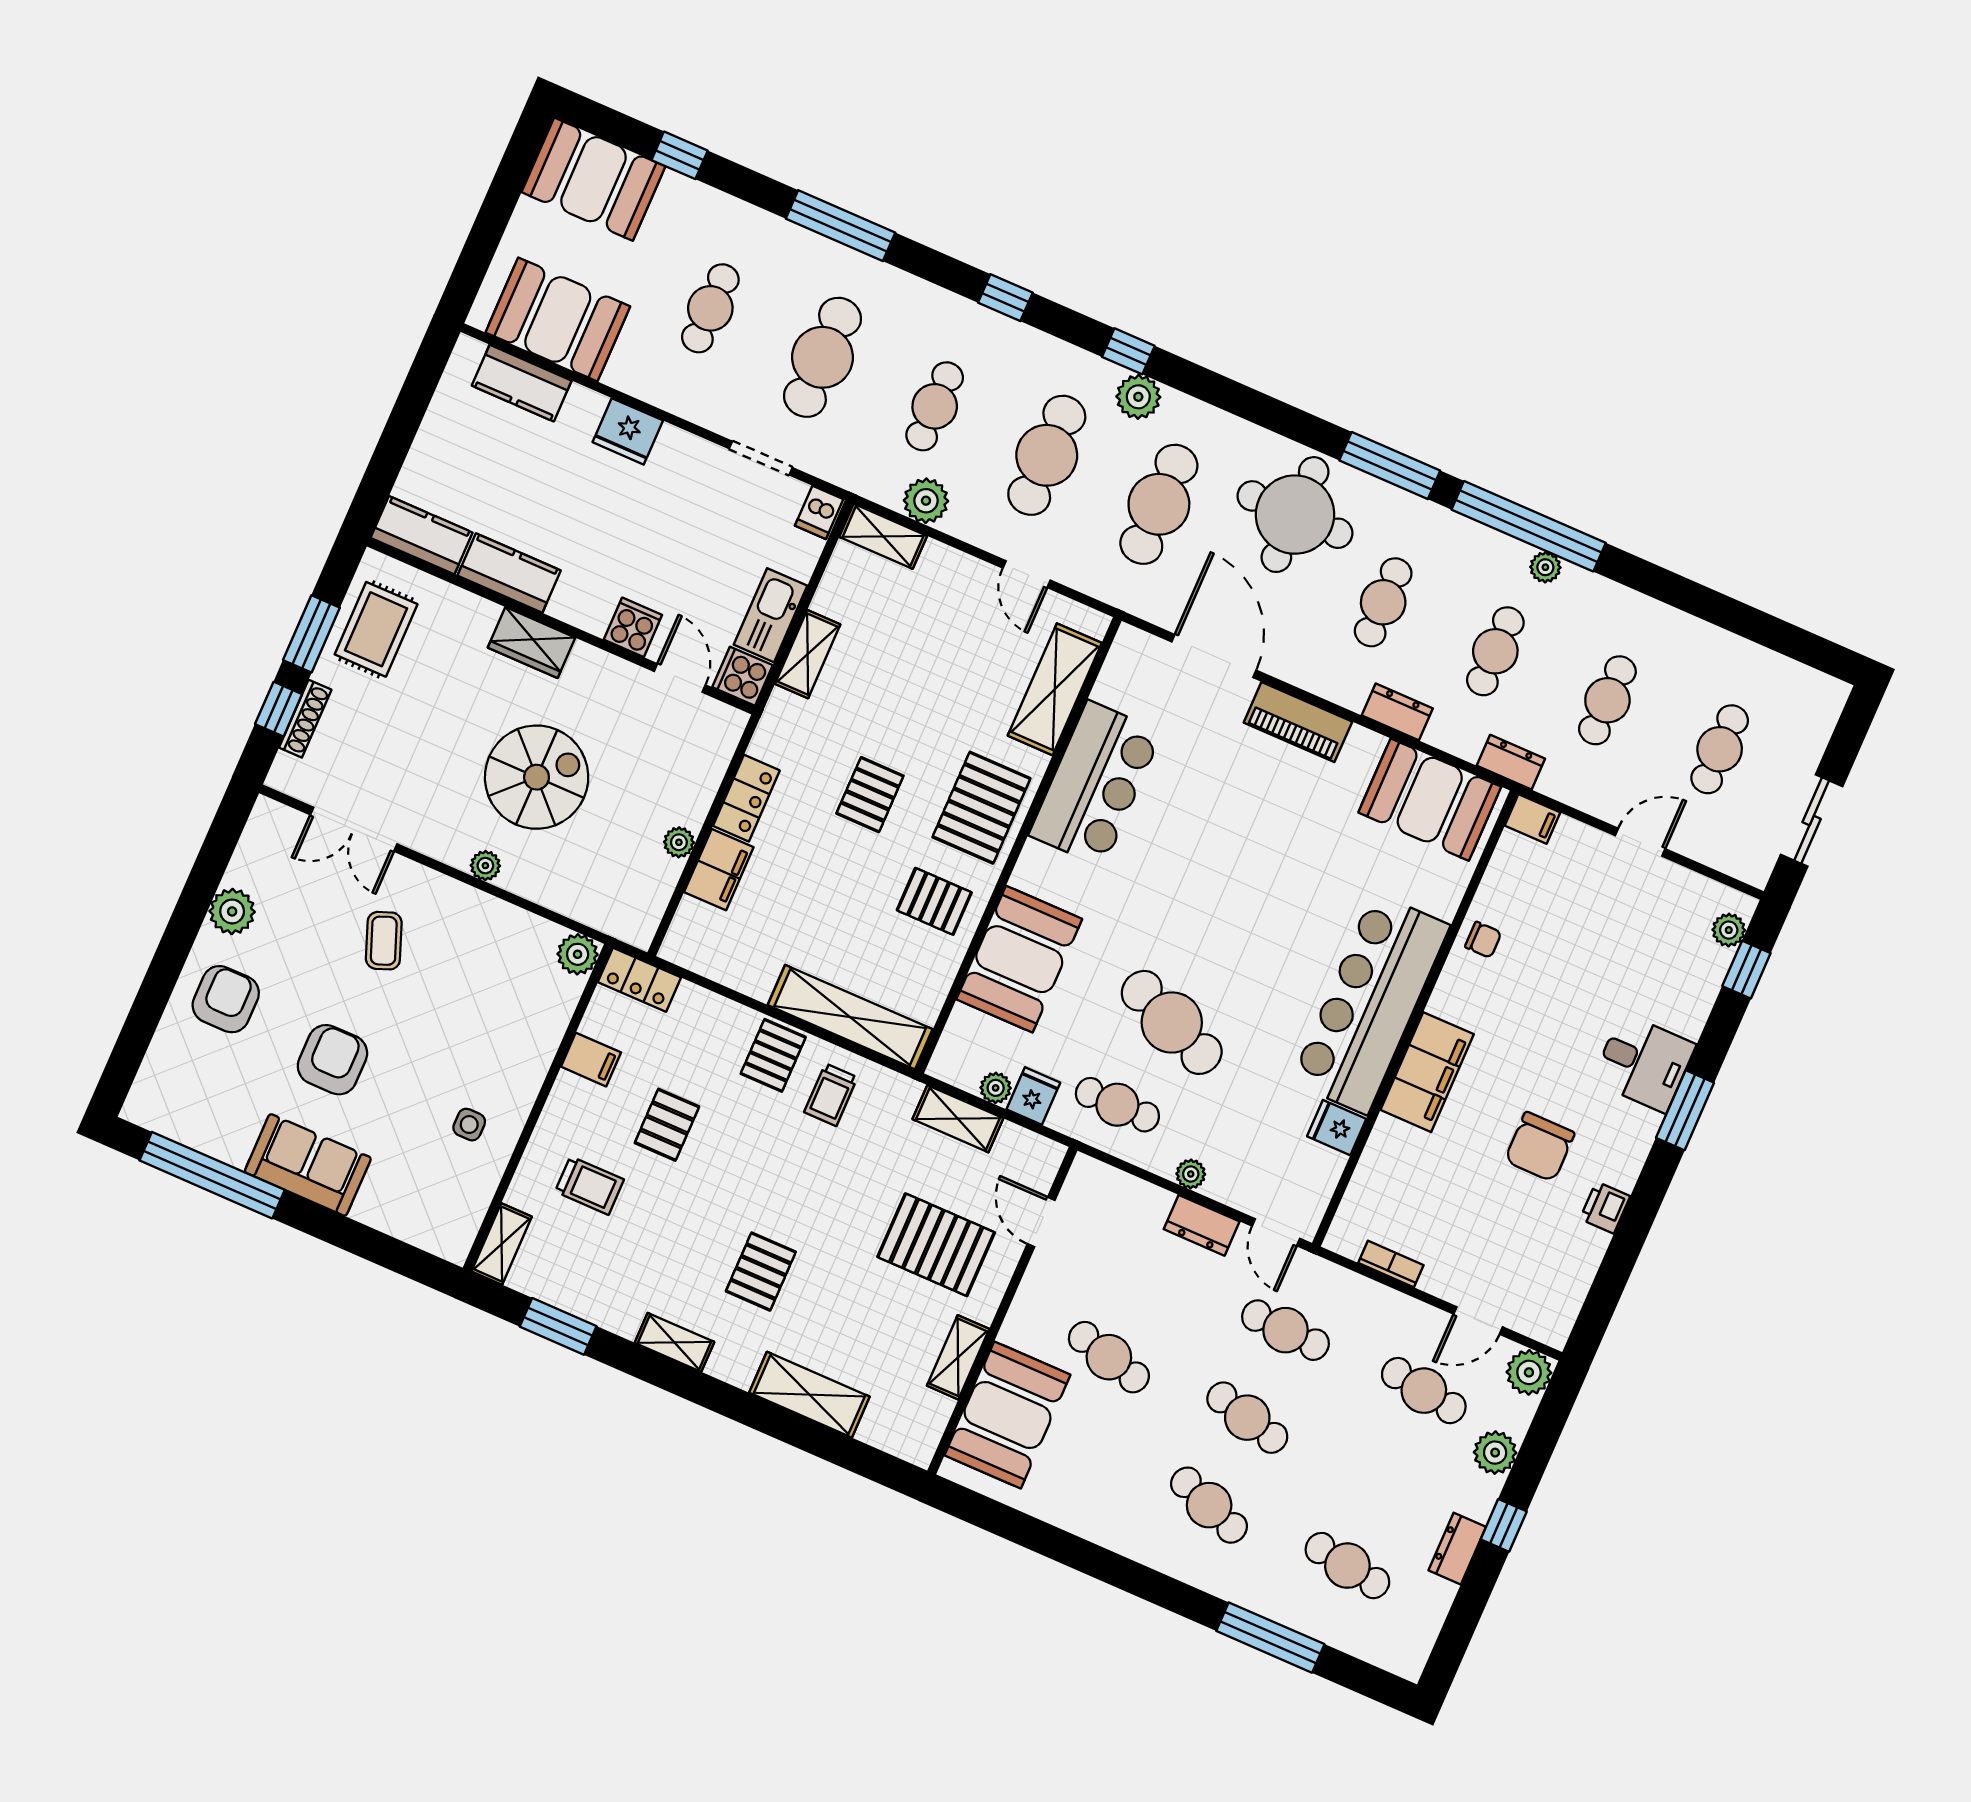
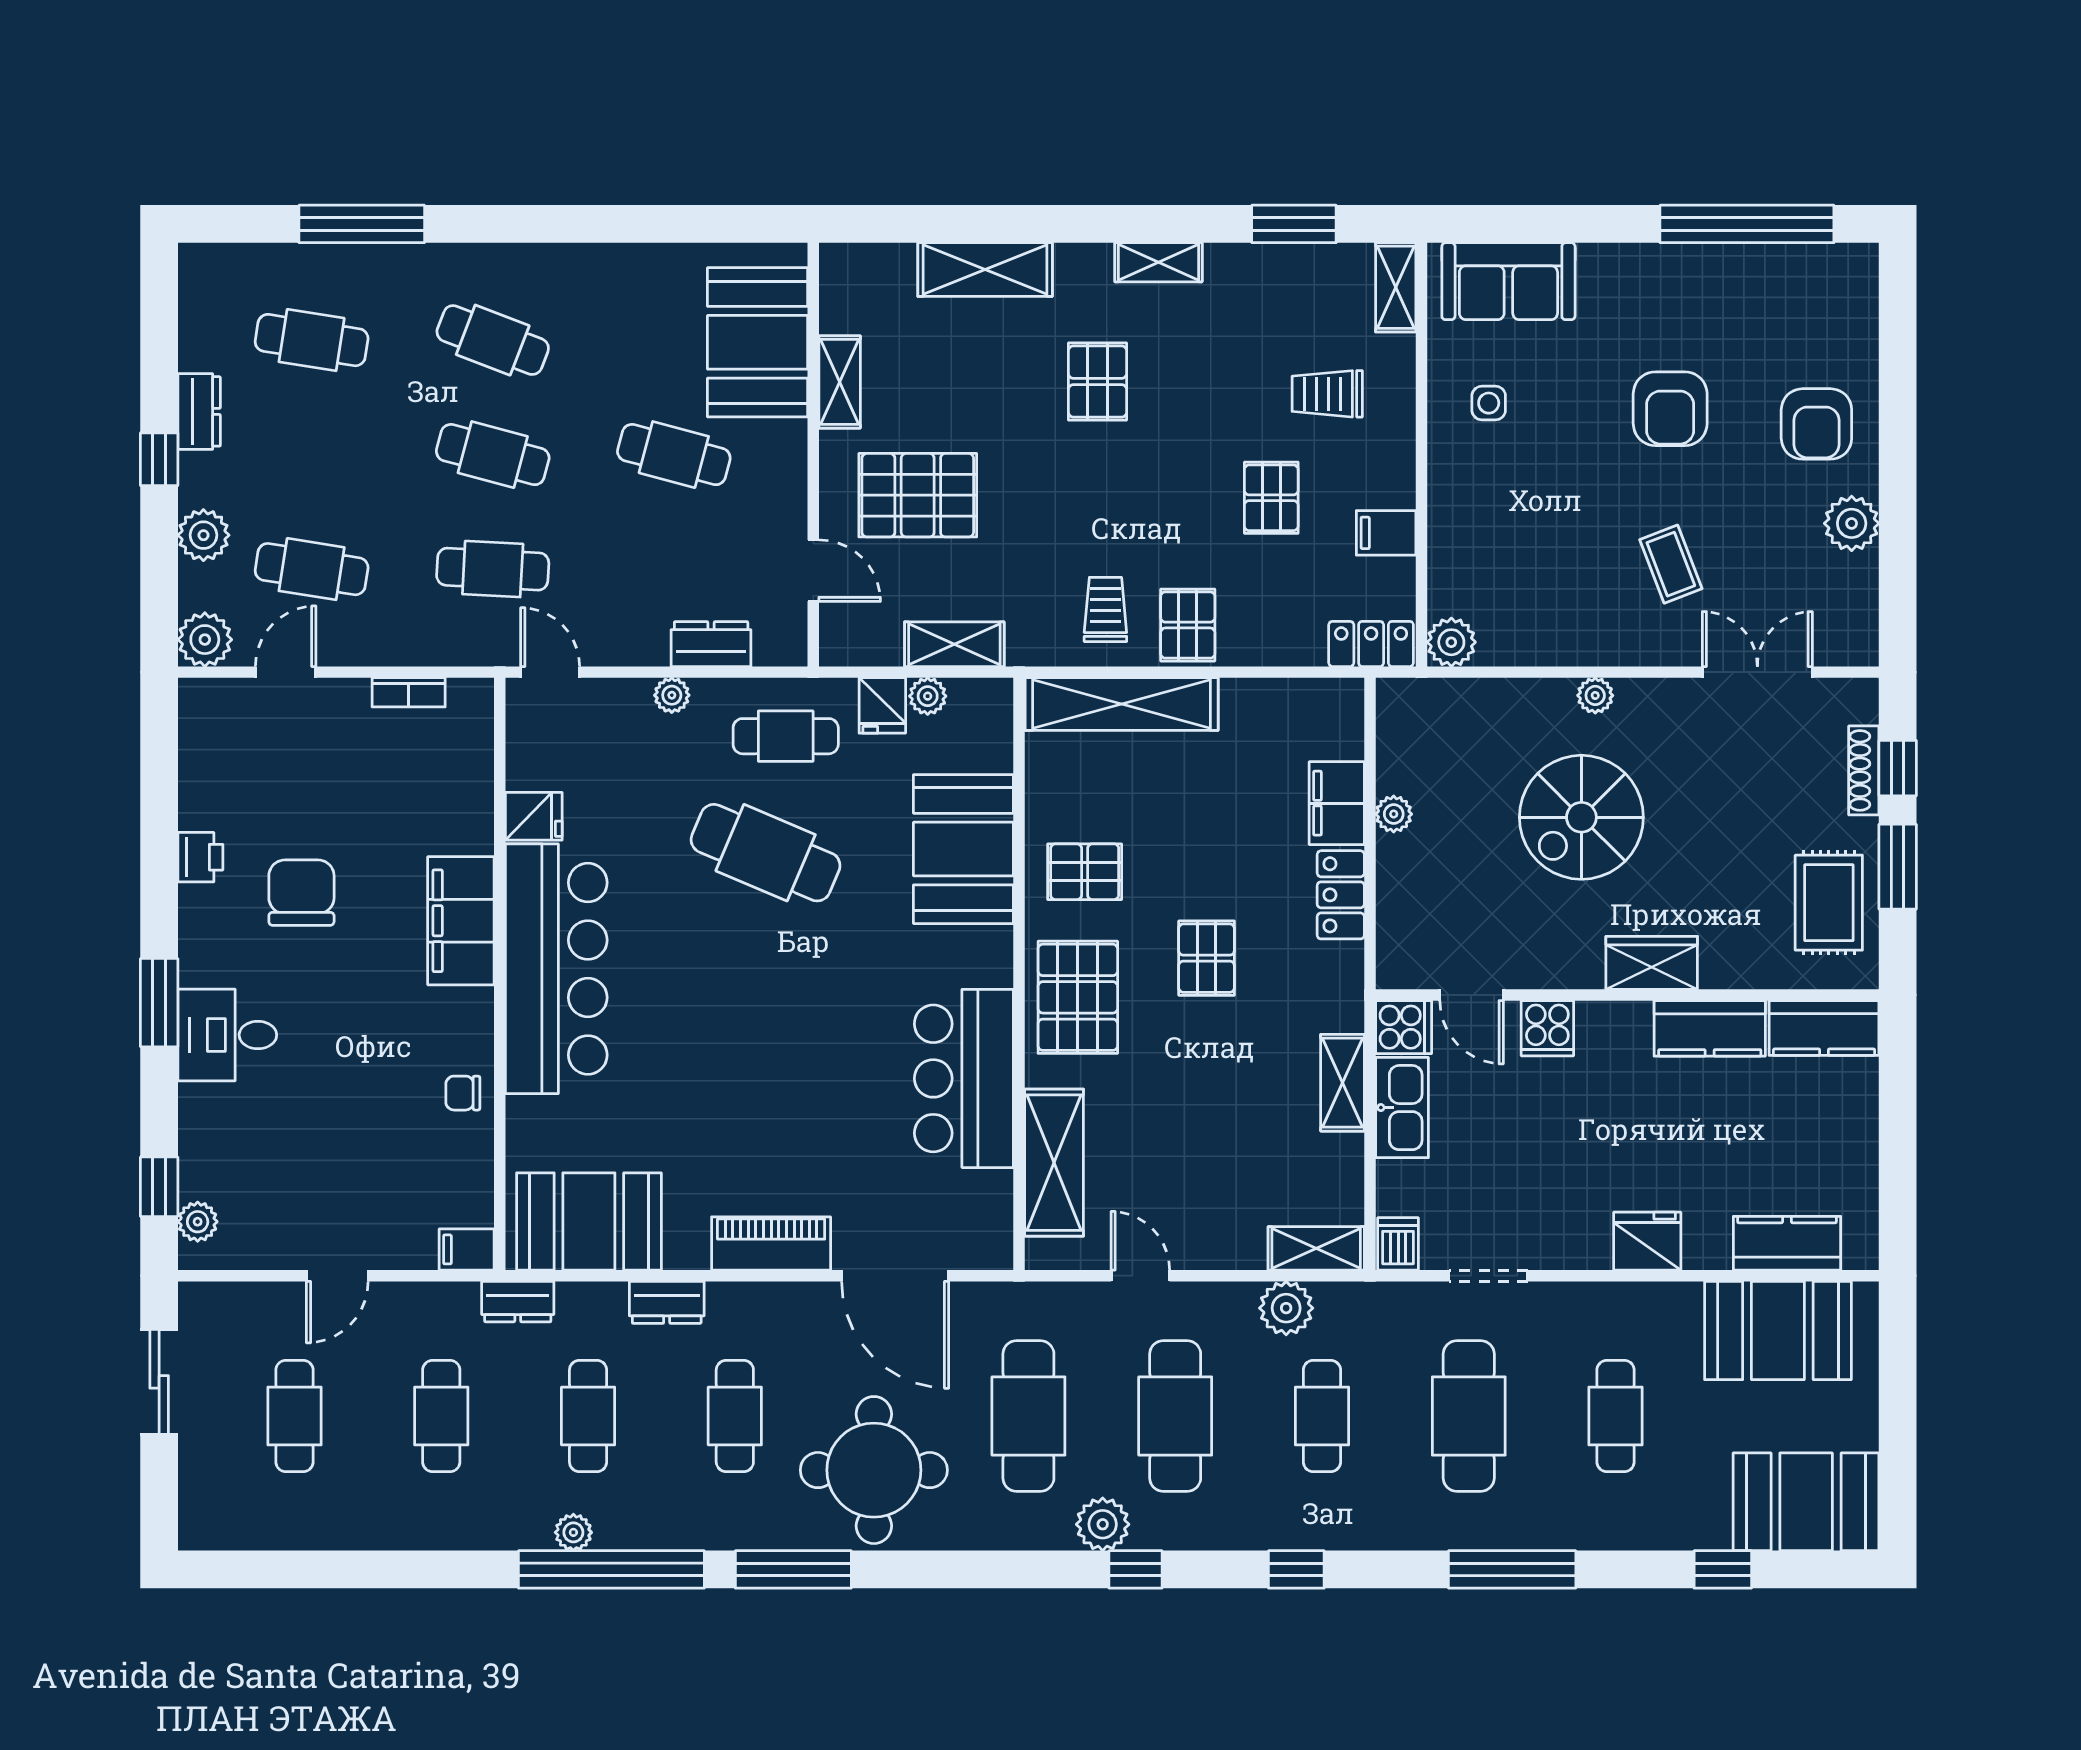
sofa: (308, 1165) -> (1508, 281), moved
dresser: (1202, 1225) -> (711, 644), moved

